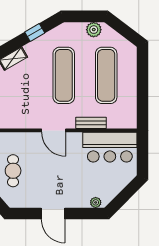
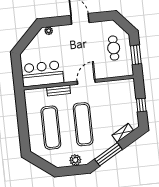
plant: (94, 30) -> (75, 160), moved
window: (35, 32) -> (108, 154), width x2.17
door: (54, 130) -> (86, 82), hinge flipped

